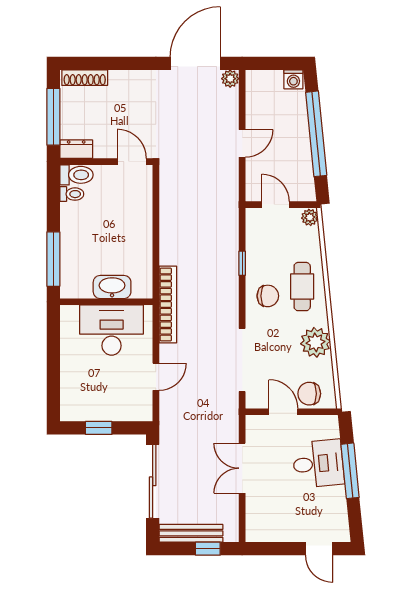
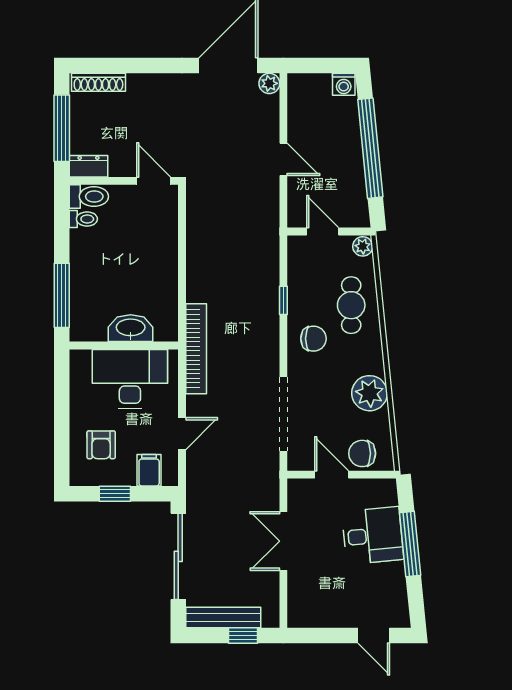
door: (242, 143) -> (283, 159), hinge flipped
cafe table: (302, 287) -> (351, 305), moved
armchair: (87, 386) -> (101, 445), added
filing cabinet: (128, 408) -> (149, 470), added

